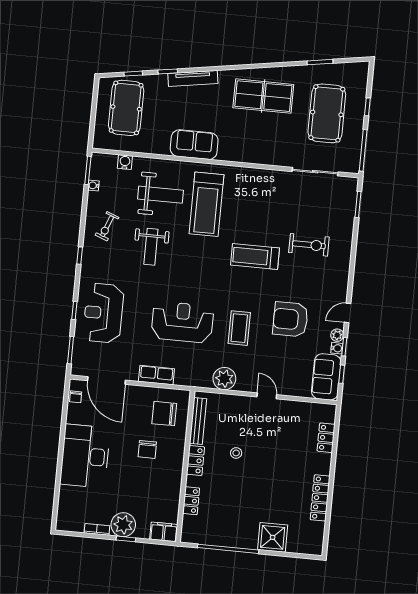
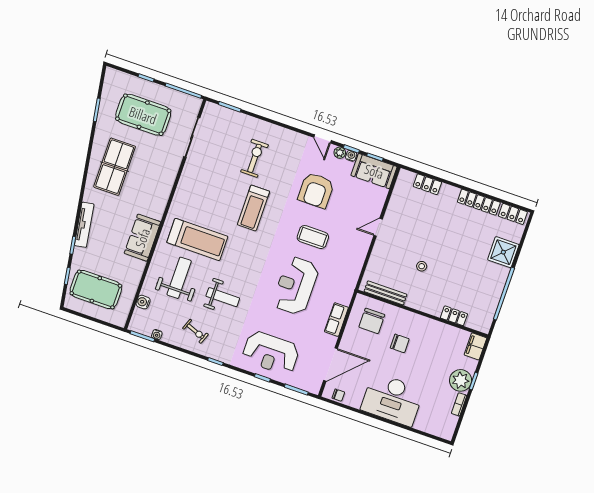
plant: (224, 379) -> (354, 261), removed
locker: (195, 460) -> (513, 214), moved, turned 180

